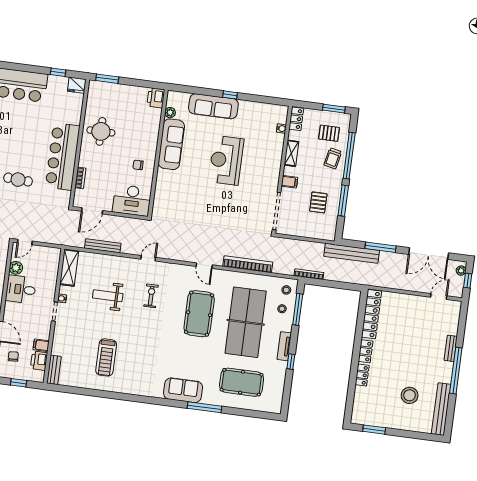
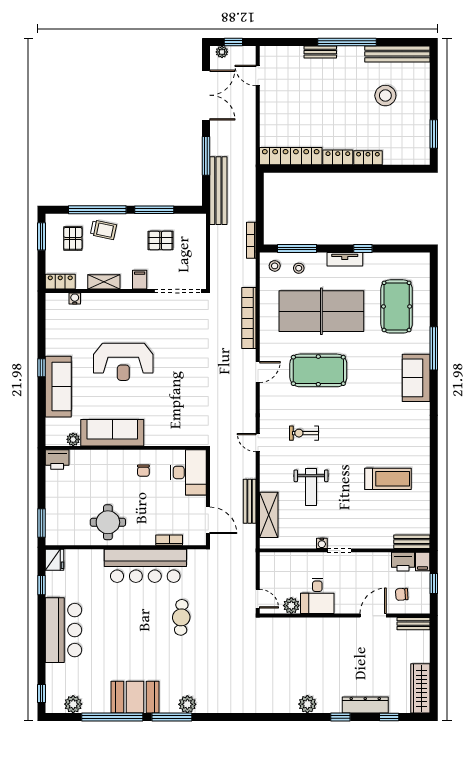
shelving: (69, 268) -> (269, 515), moved, turned 90
filing cabinet: (41, 345) -> (423, 562), moved

